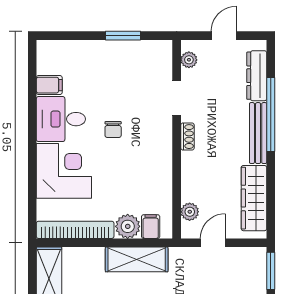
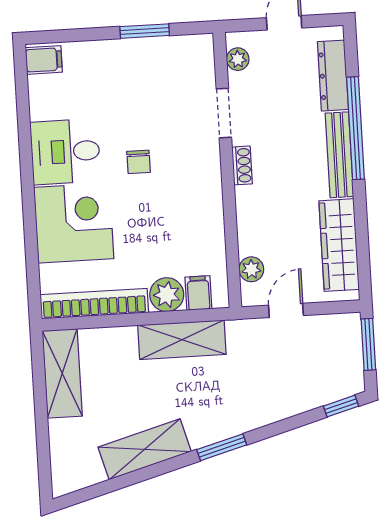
filing cabinet: (49, 85) -> (44, 60), moved

